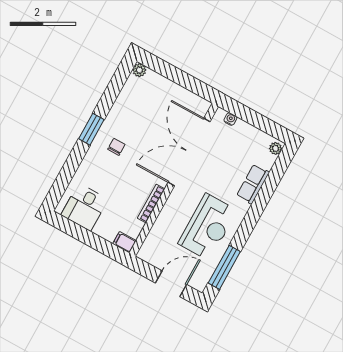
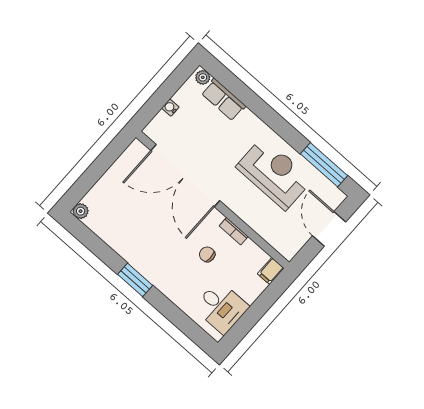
water cooler: (230, 119) -> (170, 107), moved
chair: (116, 147) -> (207, 254), moved
row of seats: (253, 184) -> (223, 100), moved
bookcase: (151, 203) -> (234, 231), width x0.64

